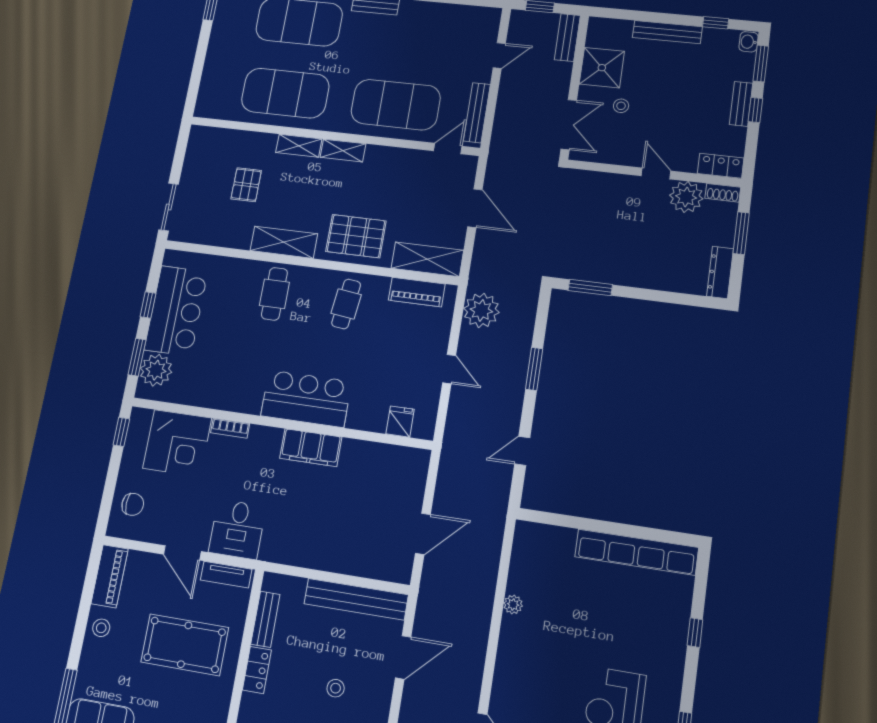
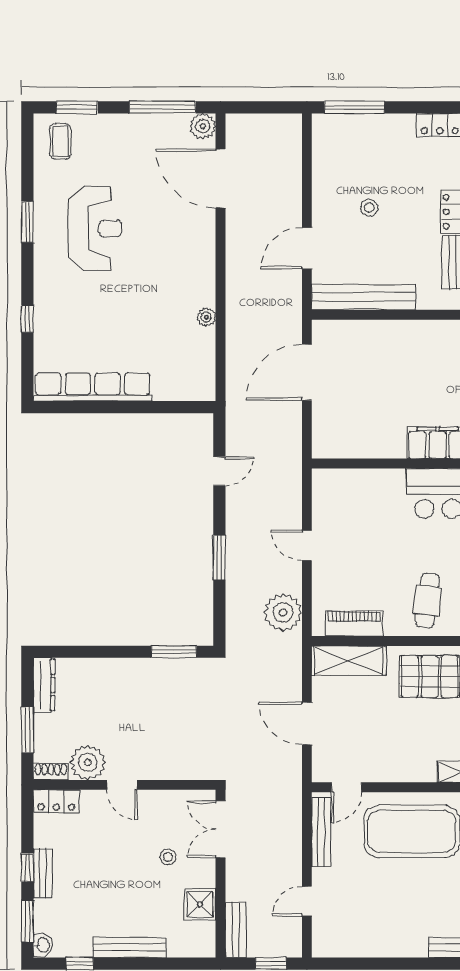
shower: (602, 68) -> (200, 904), width x0.73, depth x0.73
fridge: (400, 422) -> (349, 483), removed
door: (423, 534) -> (307, 372), width x1.36

